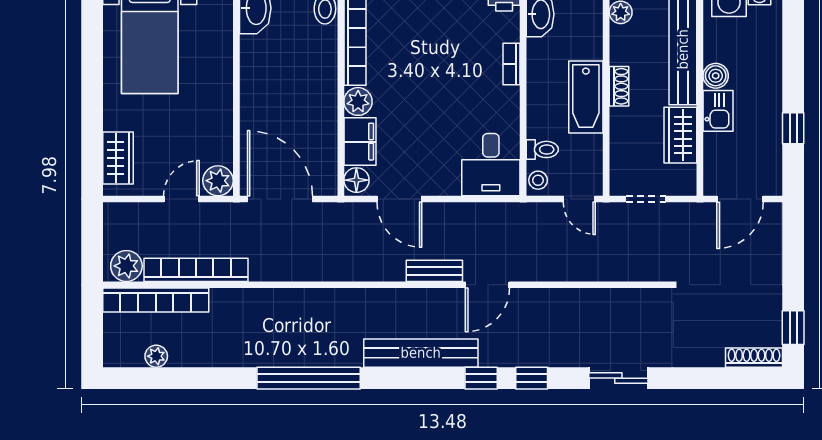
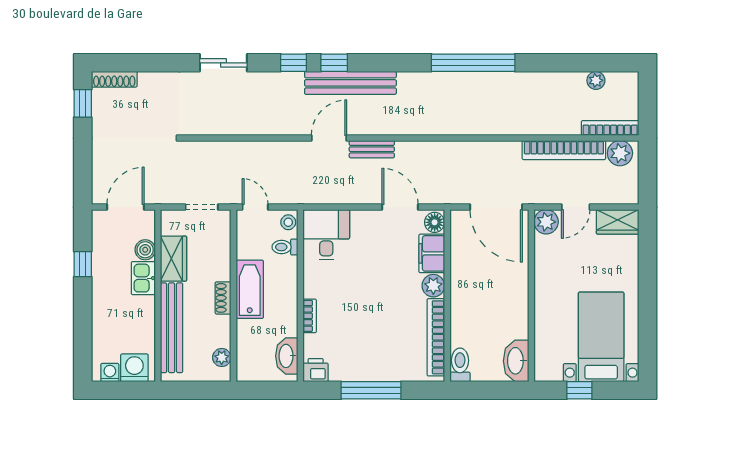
boiler: (716, 76) -> (145, 250), moved
wardrobe: (118, 158) -> (617, 222), moved, turned -90
bookcase: (156, 300) -> (610, 128), width x0.68, depth x0.76
bench: (421, 353) -> (350, 83), moved

